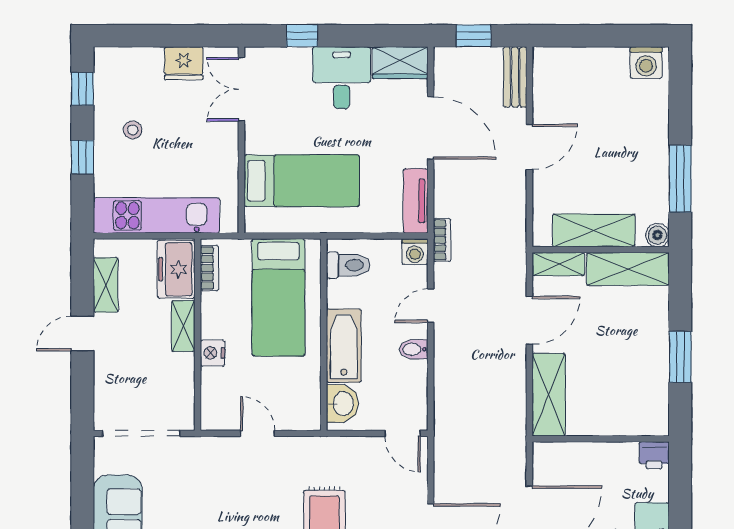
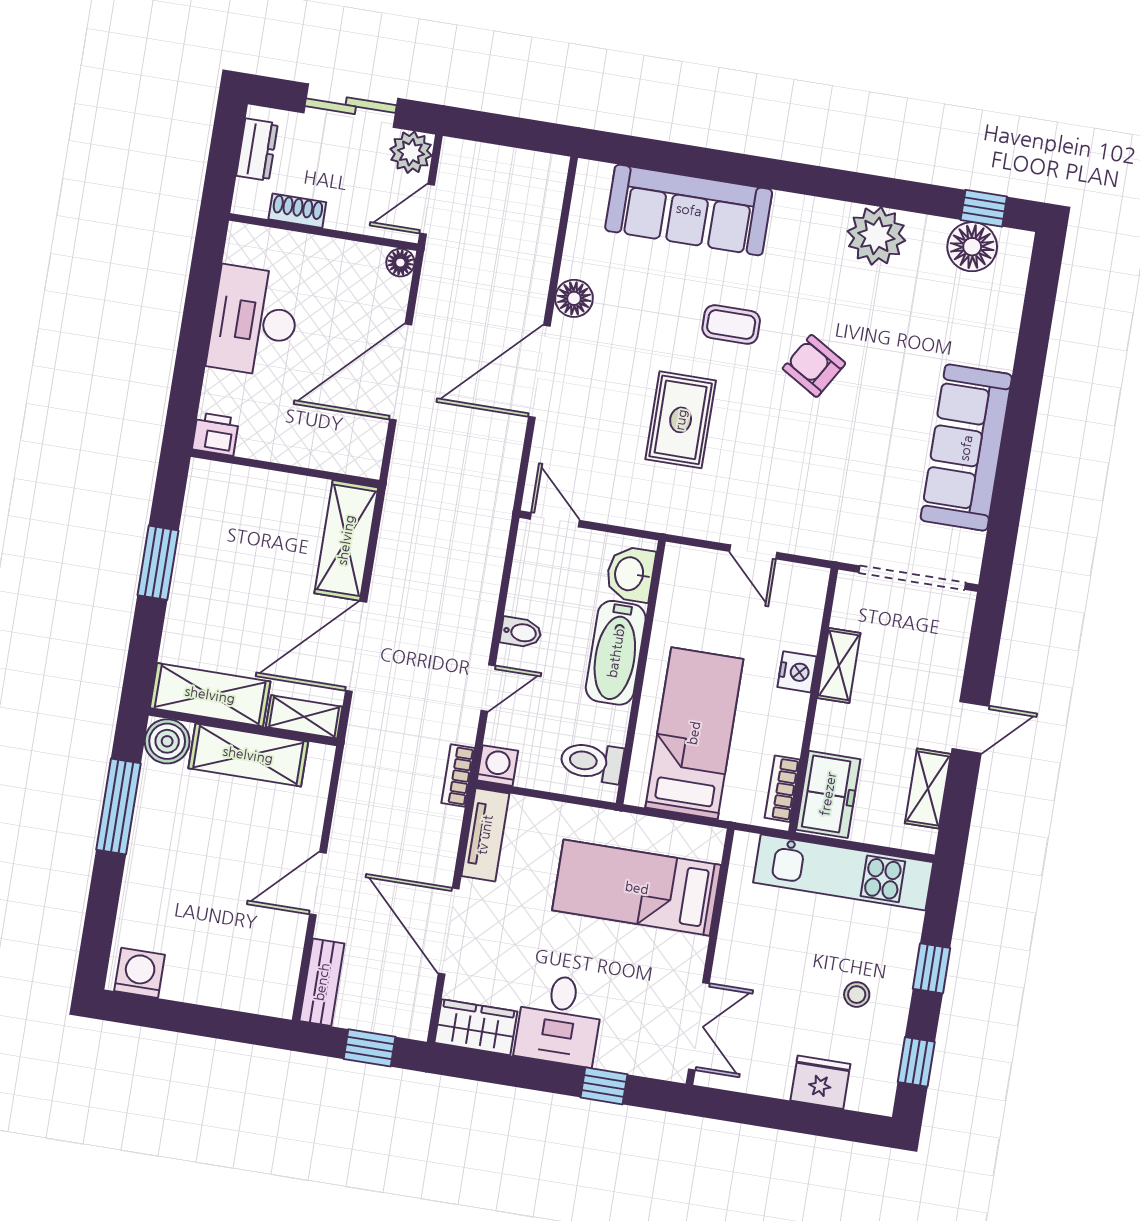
fridge: (184, 63) -> (820, 1082), moved
boiler: (657, 235) -> (167, 741), width x1.36, depth x1.36
door: (529, 320) -> (356, 646), width x1.36
shelving: (183, 326) -> (839, 665), moved

